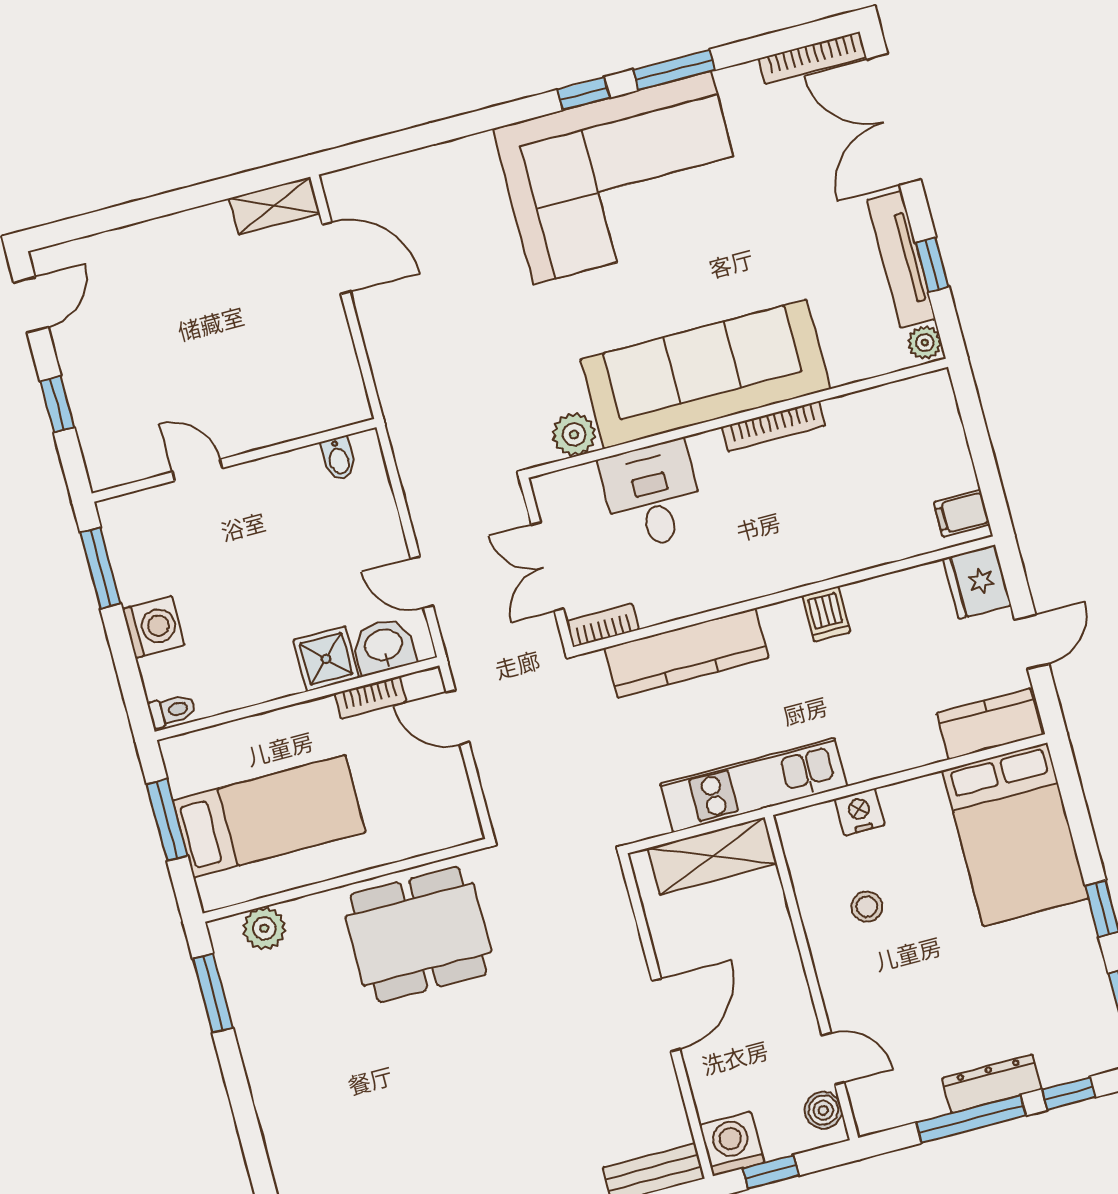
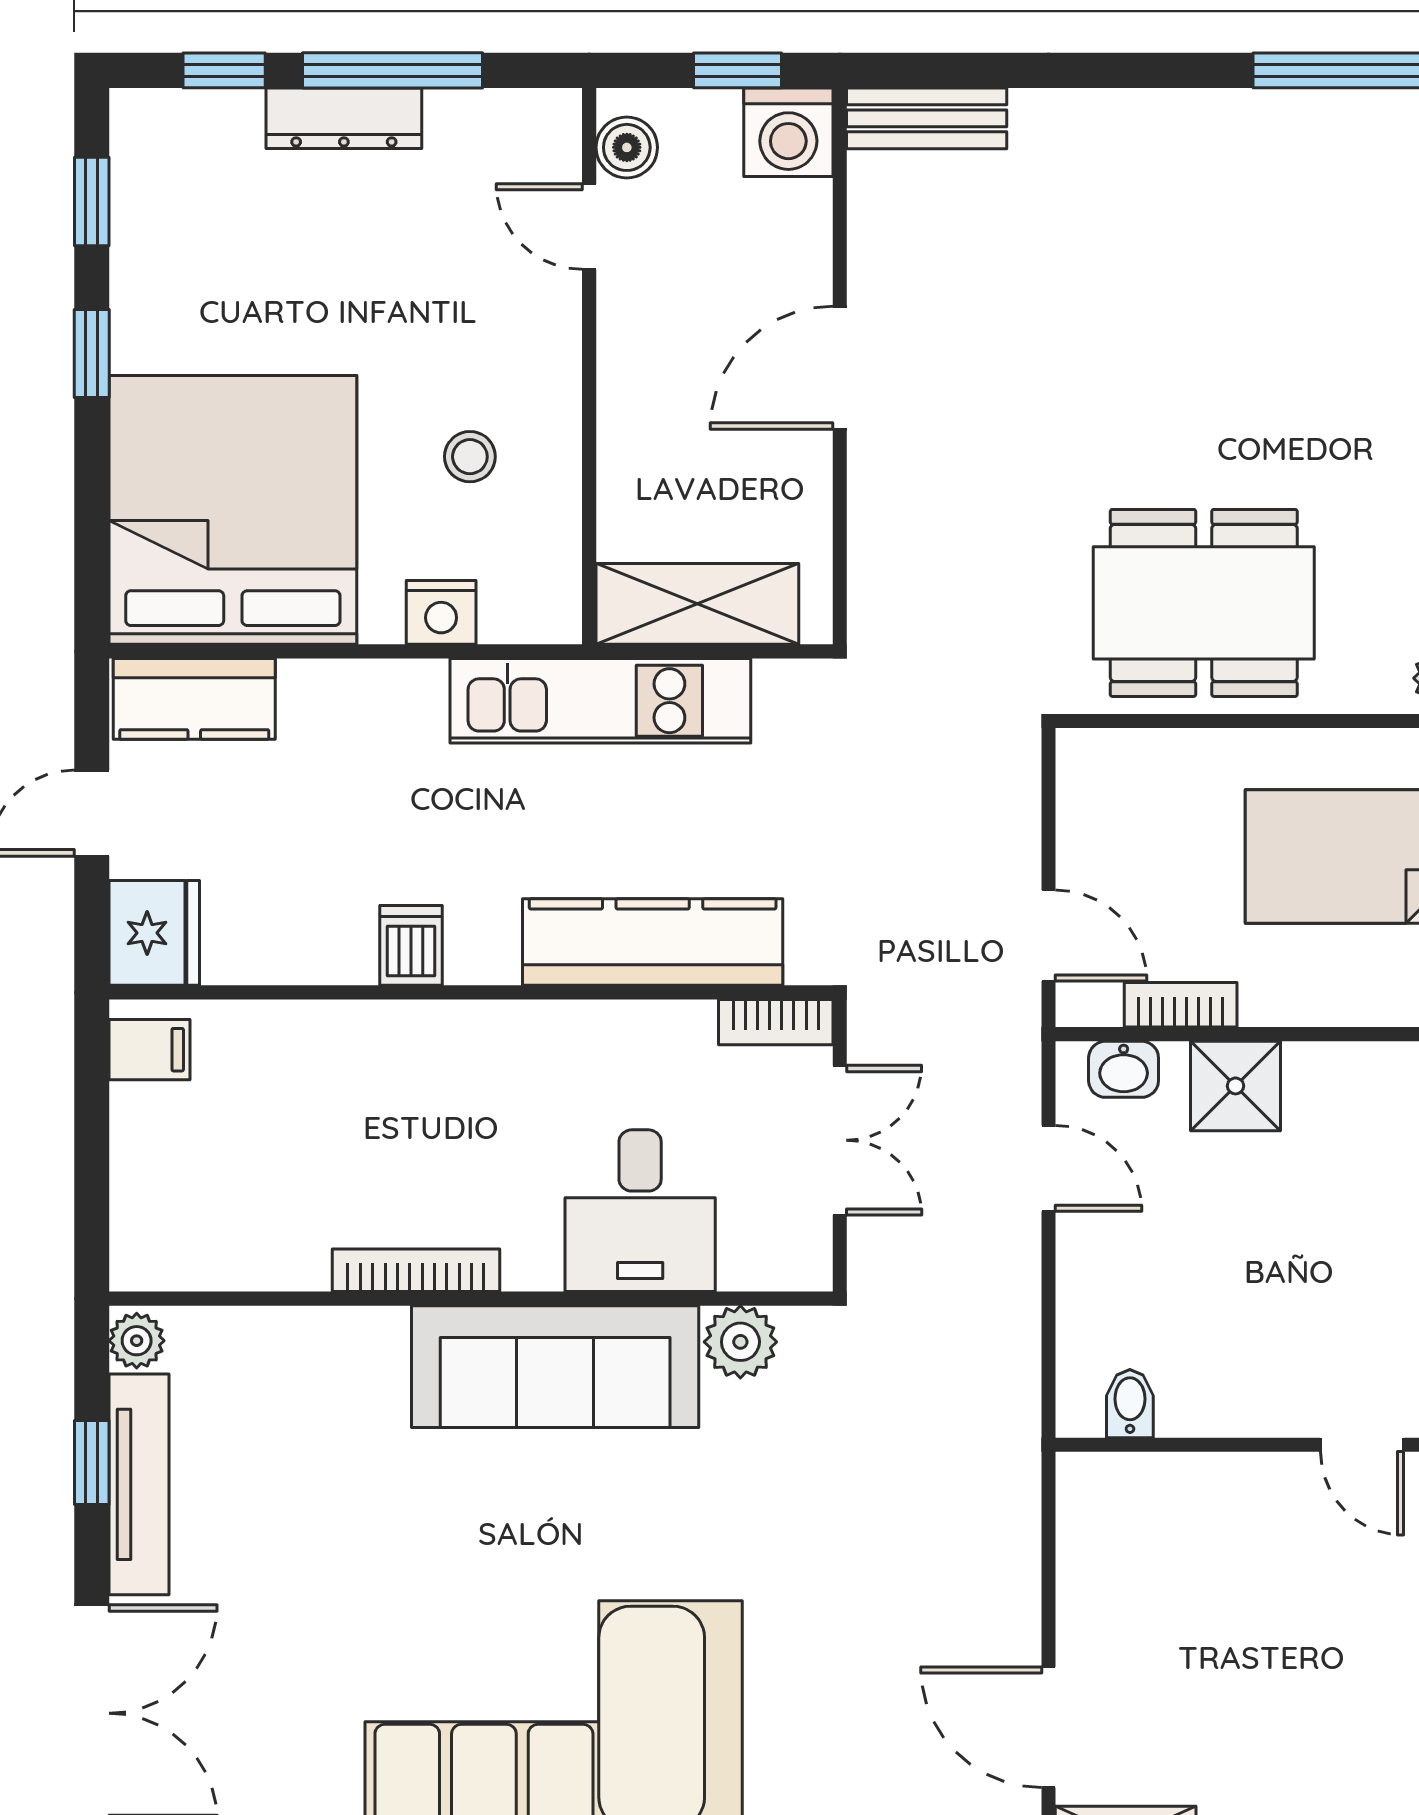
sofa: (705, 374) -> (555, 1367), width x0.74, depth x0.79
washbasin: (384, 646) -> (1124, 1069), width x0.72, depth x0.69
bed: (1015, 834) -> (233, 510), width x1.36

